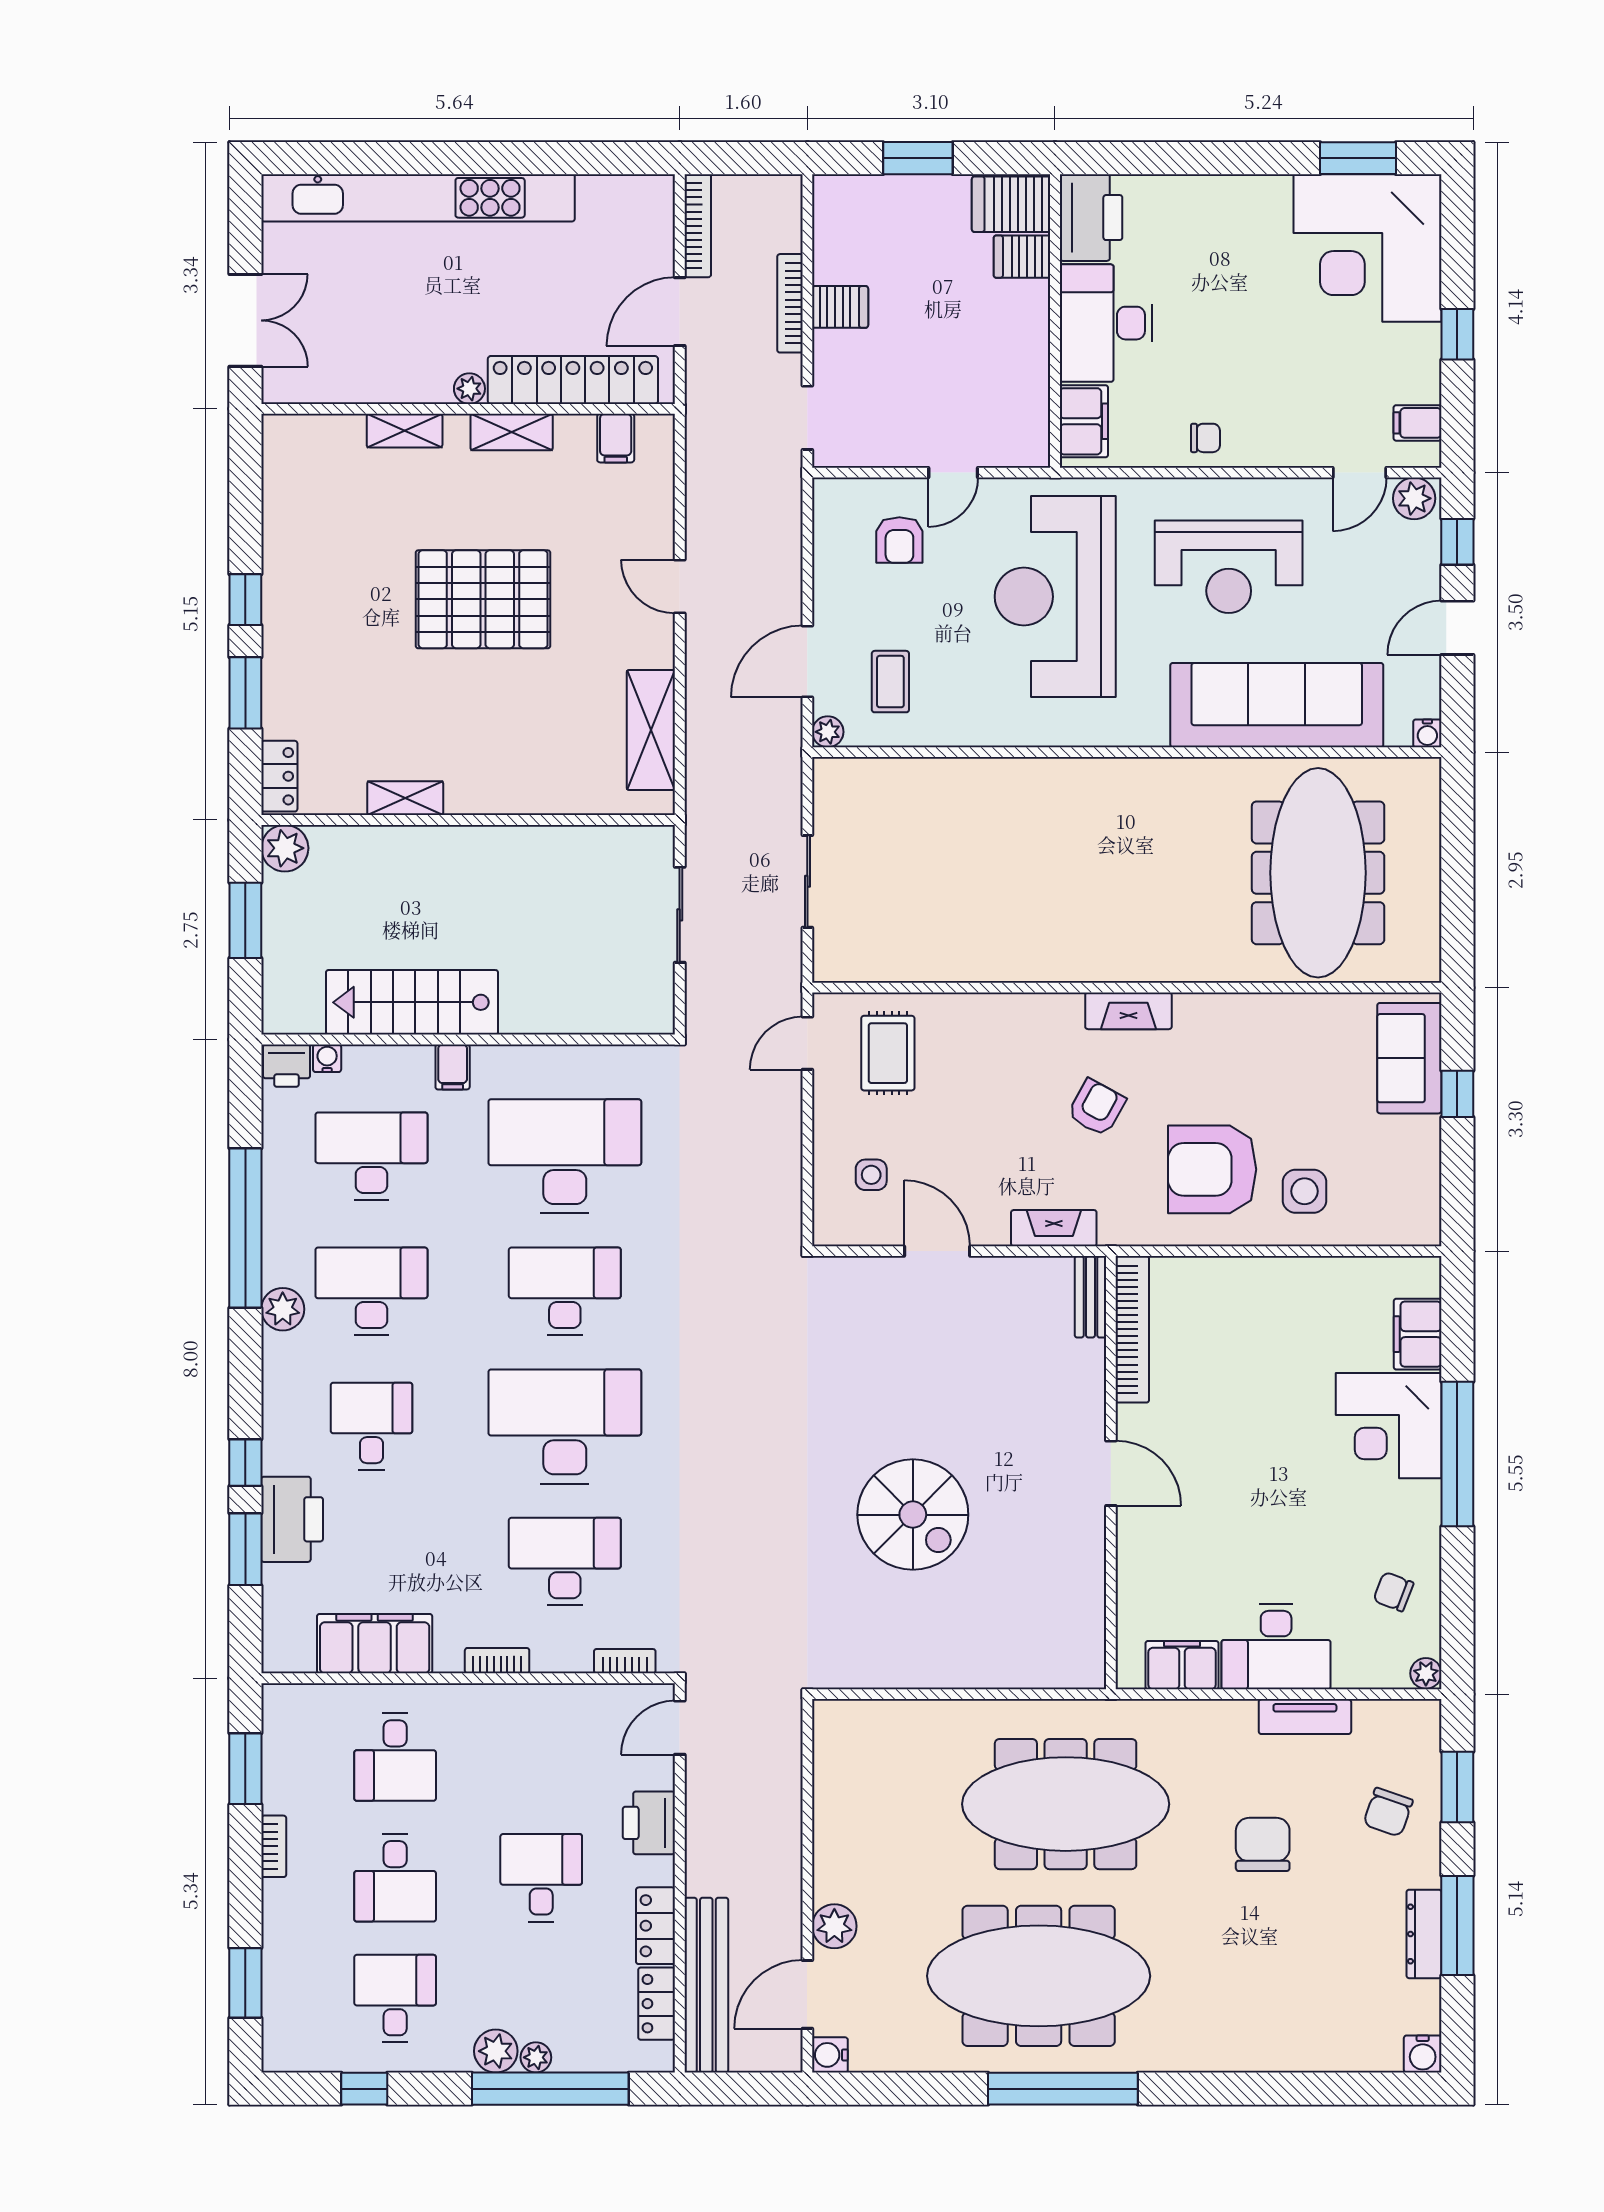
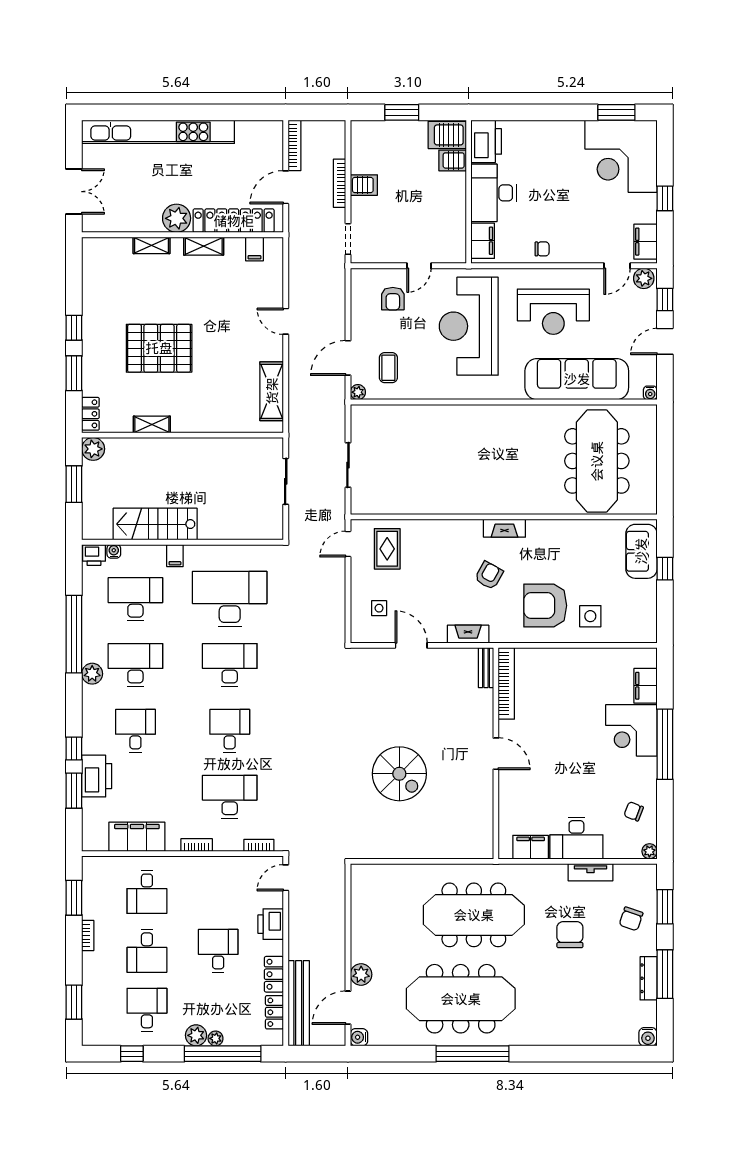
plant: (469, 389) -> (177, 218), width x1.88, depth x1.88
filing cabinet: (1418, 423) -> (645, 242), width x2.00
pallet: (483, 599) -> (159, 348), moved
desk: (565, 1426) -> (230, 731), width x0.53, depth x0.77

